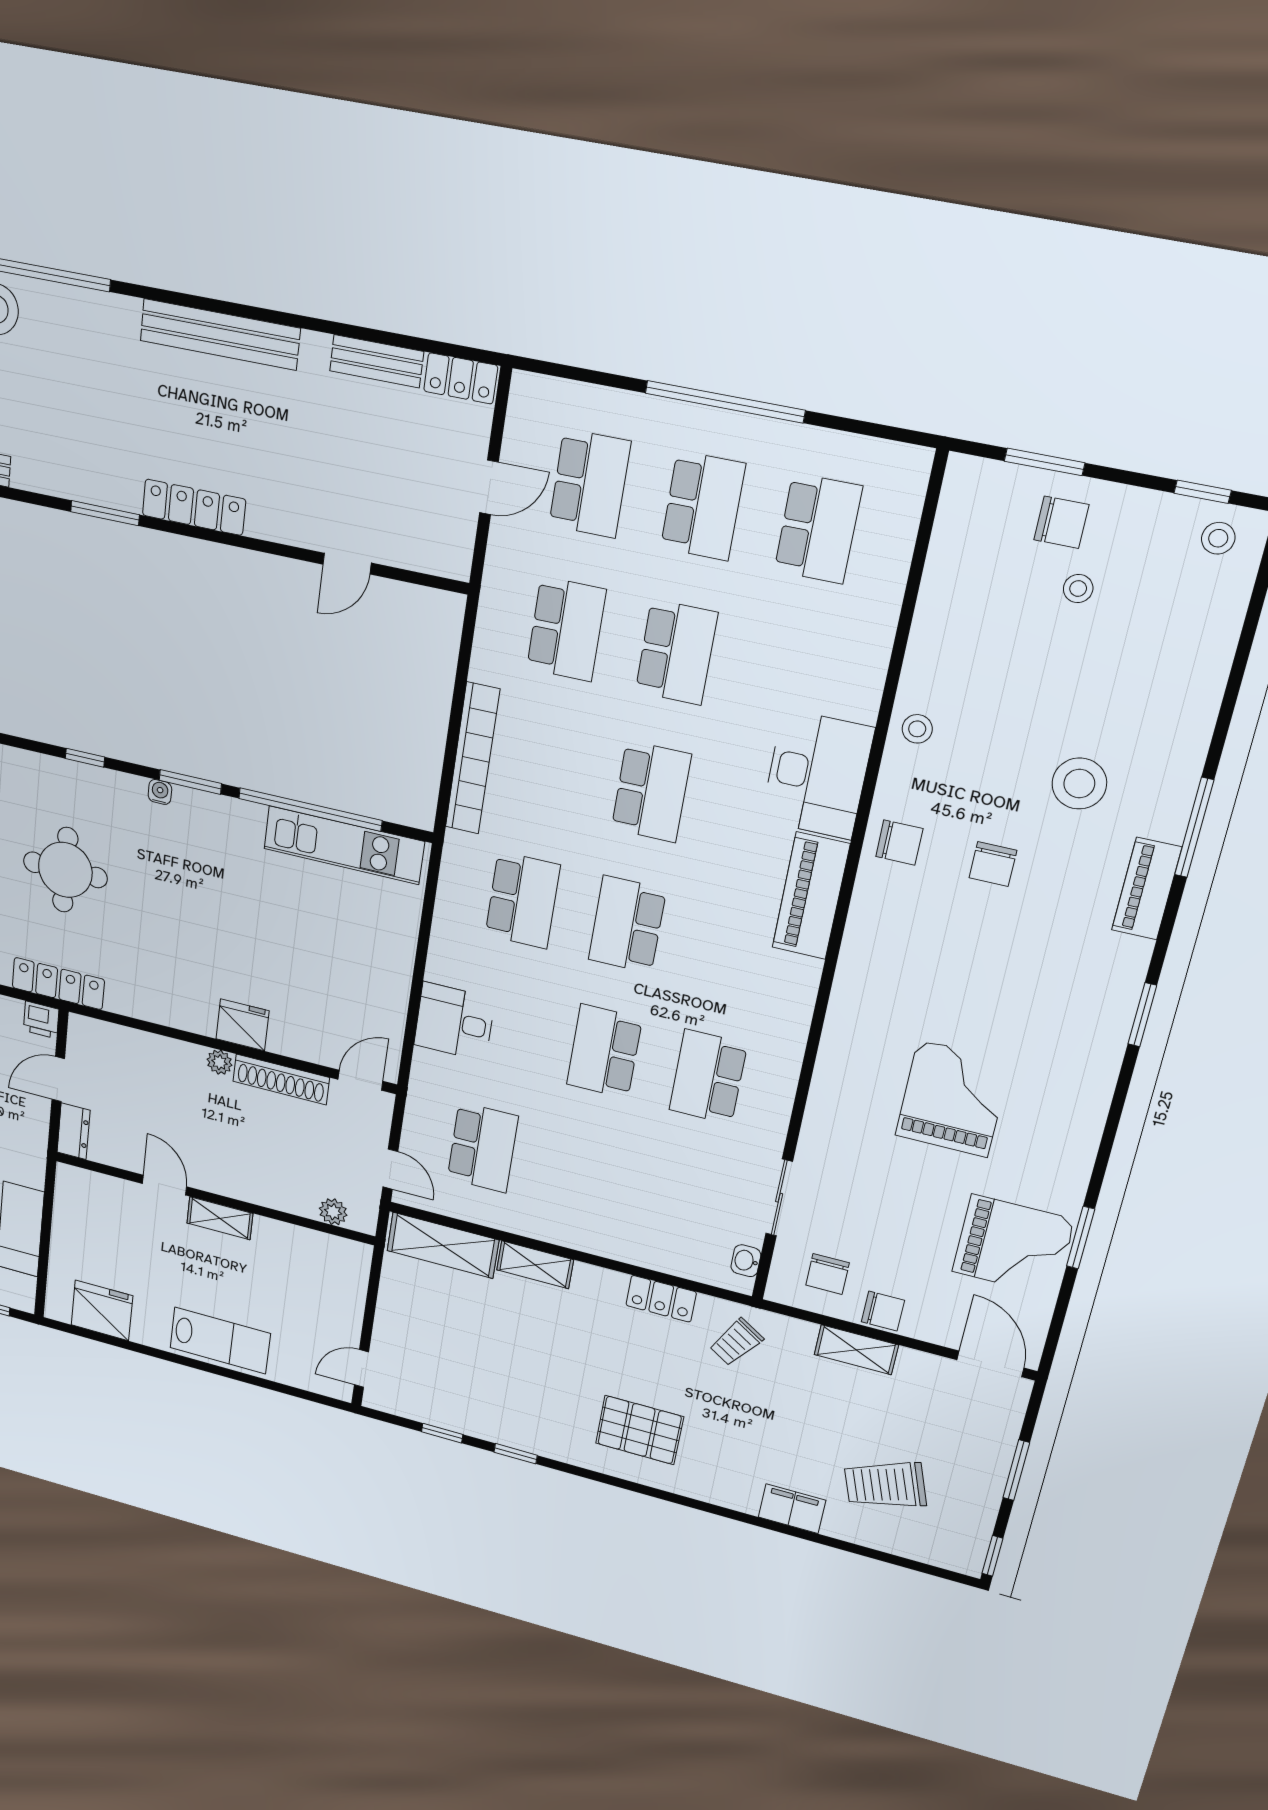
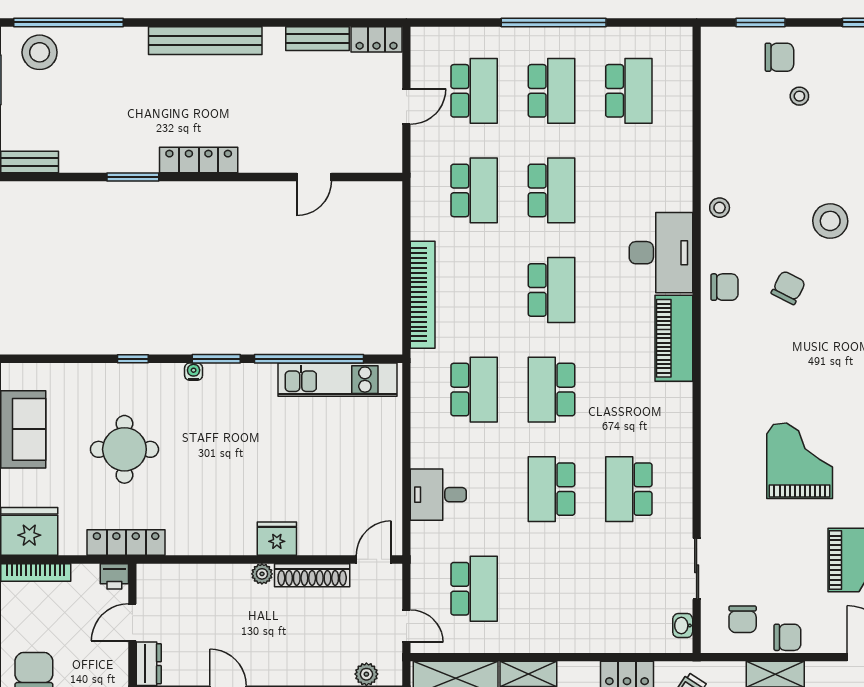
chair: (993, 864) -> (788, 288), turned -153

